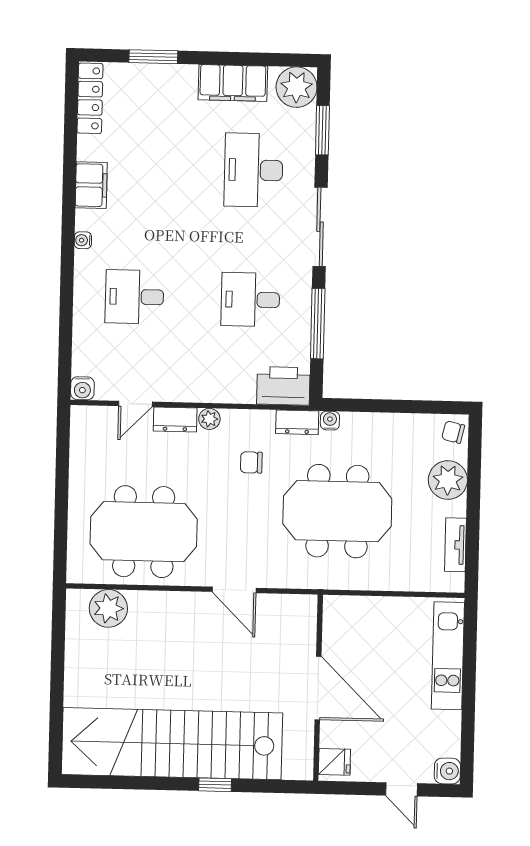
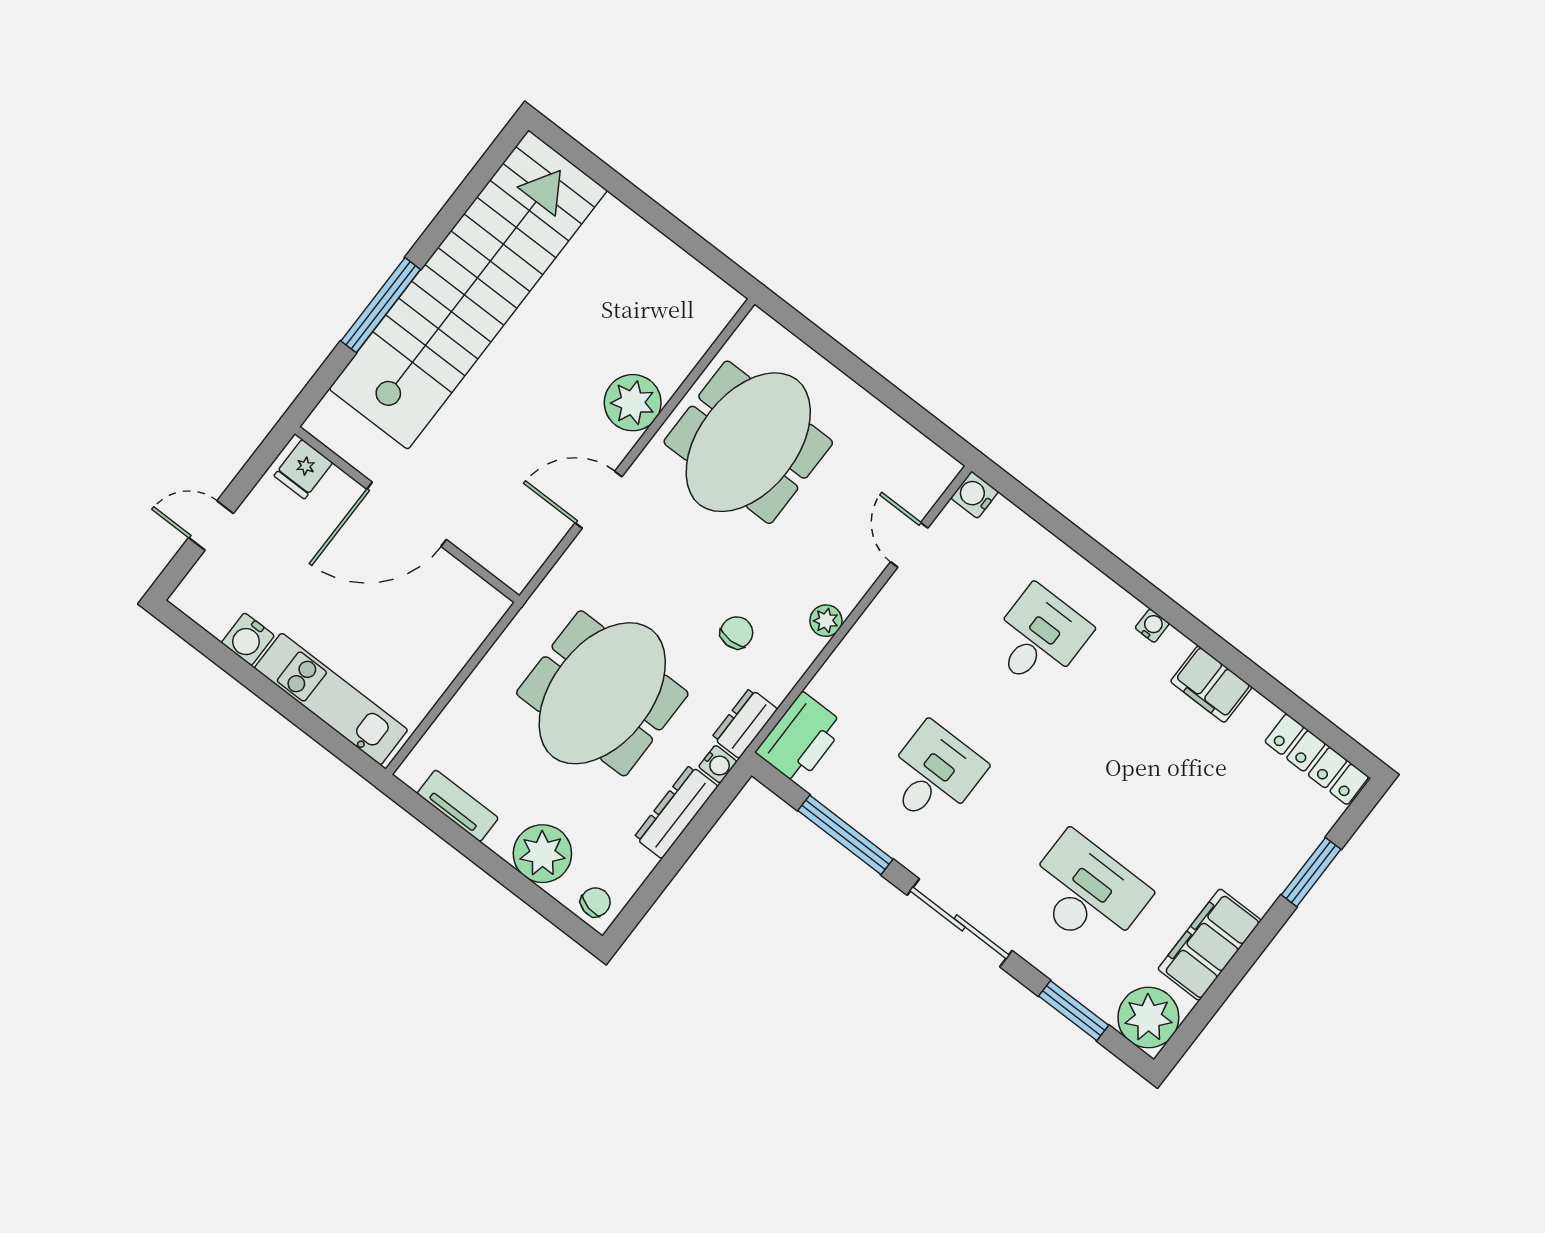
dresser: (175, 420) -> (676, 812), moved, width x1.44
plant: (108, 608) -> (633, 403), moved
water cooler: (447, 771) -> (248, 639), moved
window: (215, 785) -> (381, 305), width x2.17

